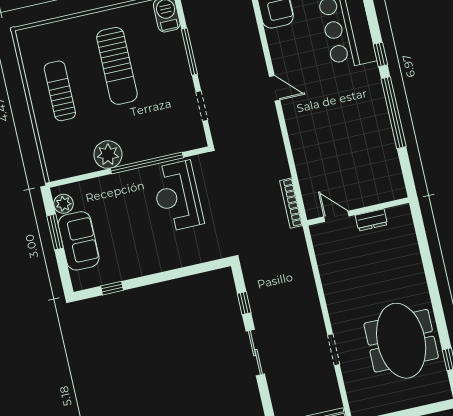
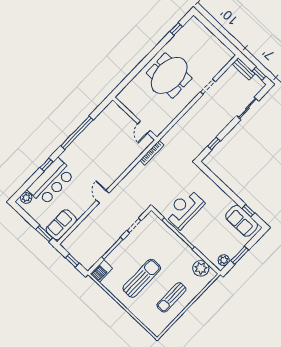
window: (380, 54) -> (47, 165), moved
plant: (108, 155) -> (201, 268), moved
reception desk: (177, 196) -> (184, 209), turned 180
dresser: (371, 220) -> (135, 110), removed
sofa: (79, 241) -> (242, 221), moved, turned -90
meeting table: (401, 341) -> (169, 75), moved
sliding door: (255, 353) -> (248, 108), moved

